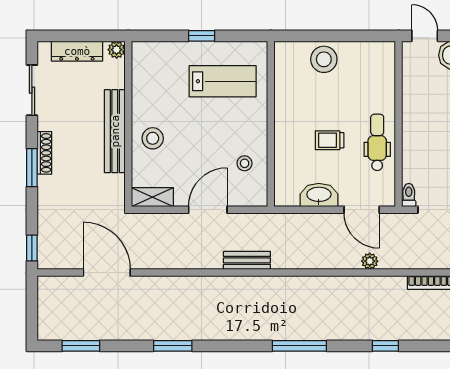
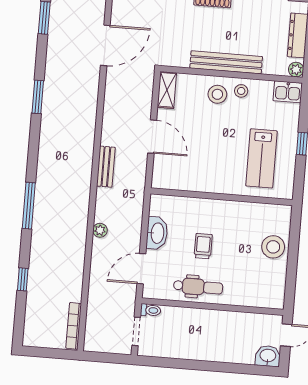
kitchen sink: (143, 57) -> (288, 92), added
stool: (245, 163) -> (241, 91), moved
plant: (370, 261) -> (100, 230), moved

